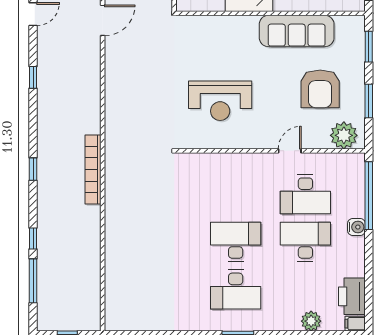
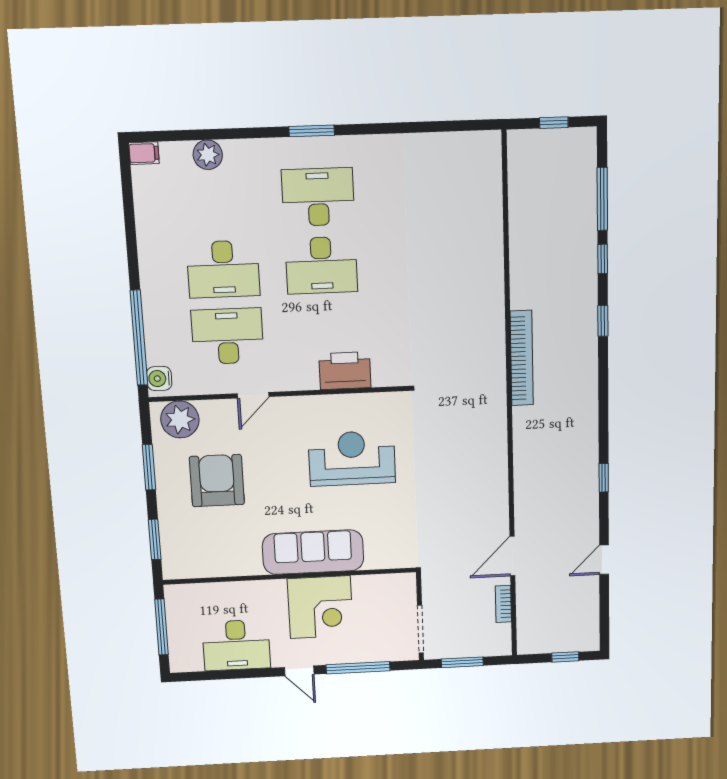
sofa: (297, 31) -> (313, 552), moved
window: (33, 169) -> (603, 321), moved
water cooler: (356, 227) -> (159, 379), moved
printer: (352, 296) -> (345, 371), moved, turned -90

